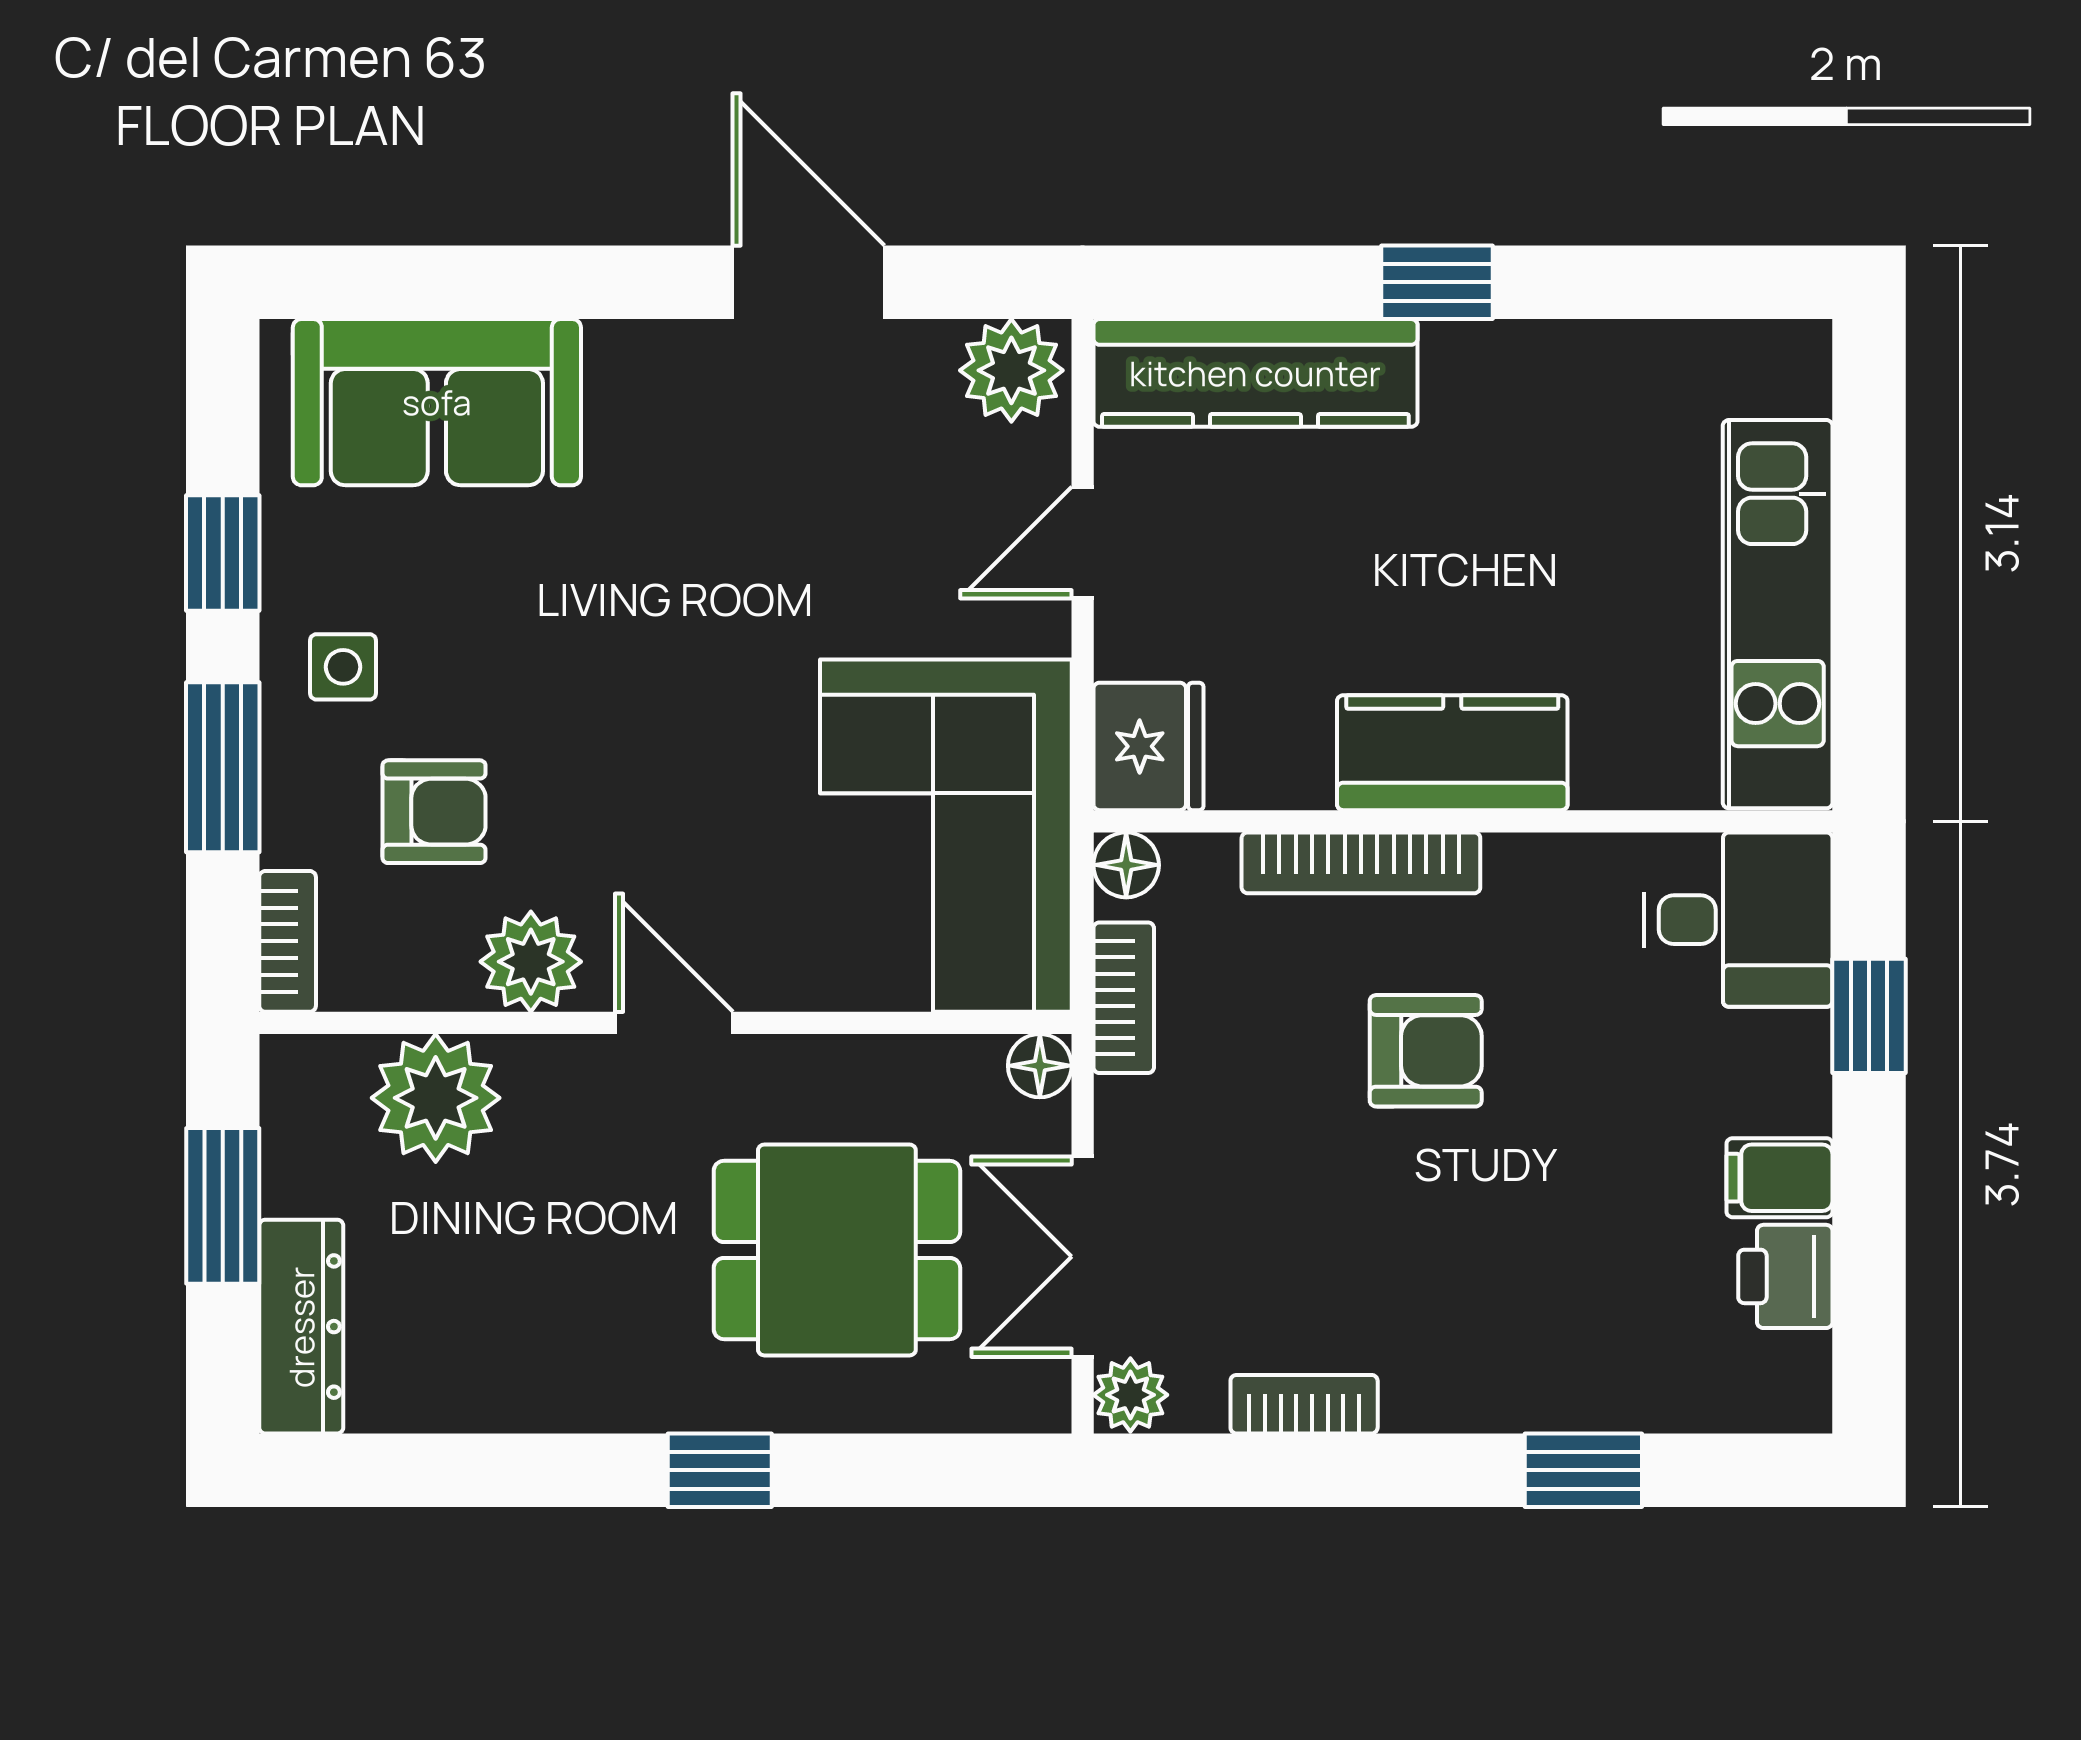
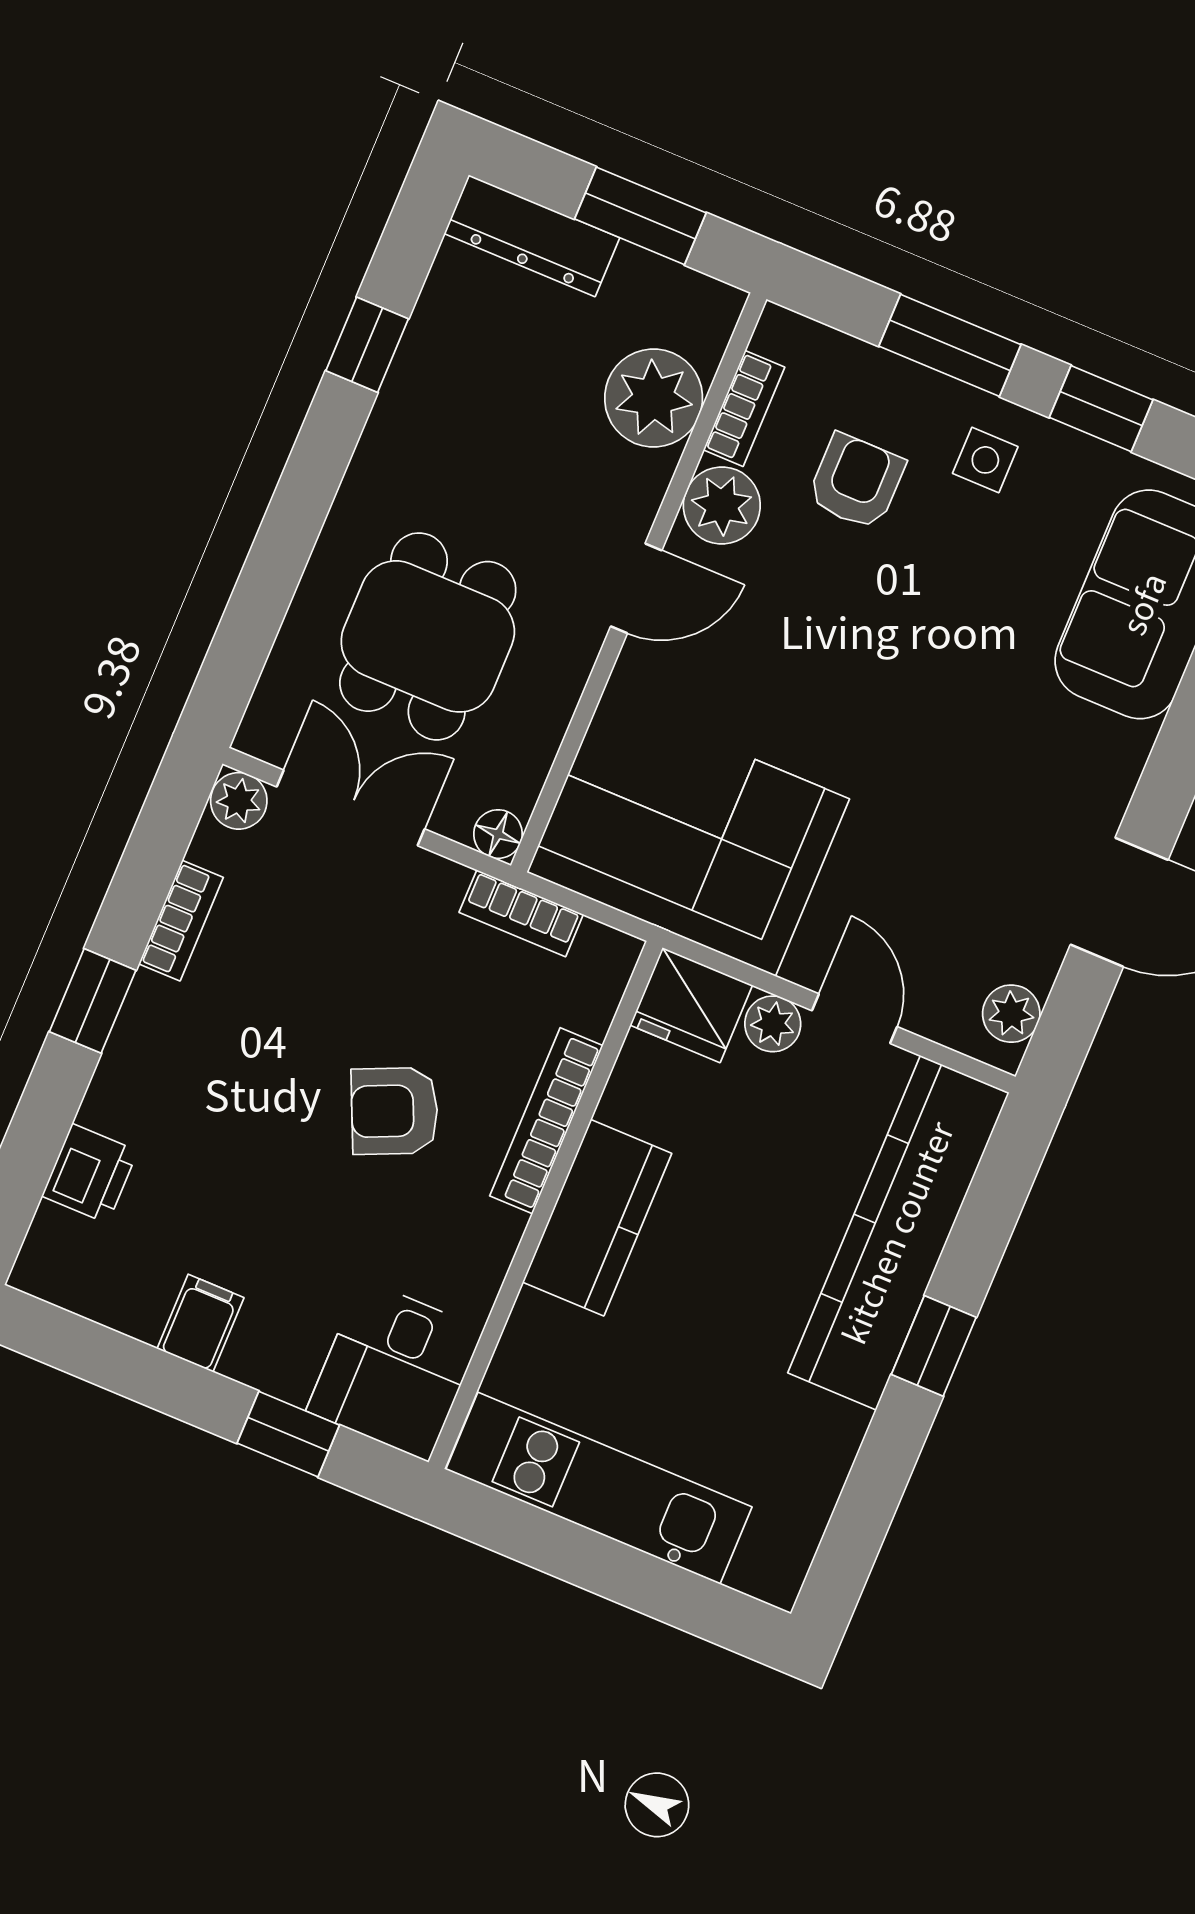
plant: (1011, 370) -> (1011, 1014), width x0.73, depth x0.73
kitchen counter: (1255, 373) -> (898, 1233), width x1.39, depth x1.17
plant: (1130, 639) -> (773, 1024), added
armchair: (434, 812) -> (856, 481), turned 180
floor lamp: (1126, 865) -> (614, 954), removed
bookcase: (288, 941) -> (744, 408), moved, turned -90
armchair: (1426, 1051) -> (395, 1111), turned 66
printer: (1785, 1276) -> (90, 1173), moved, turned 90
window: (720, 1470) -> (367, 345), moved
window: (1583, 1470) -> (93, 1001), moved

